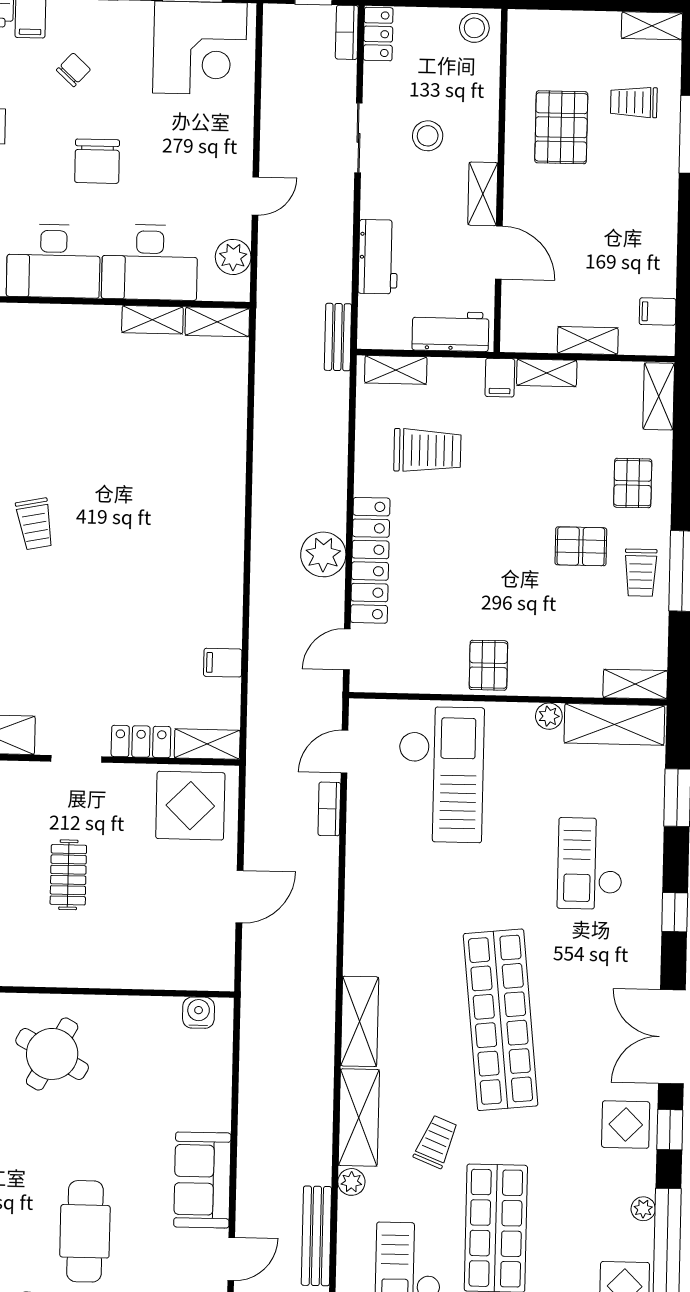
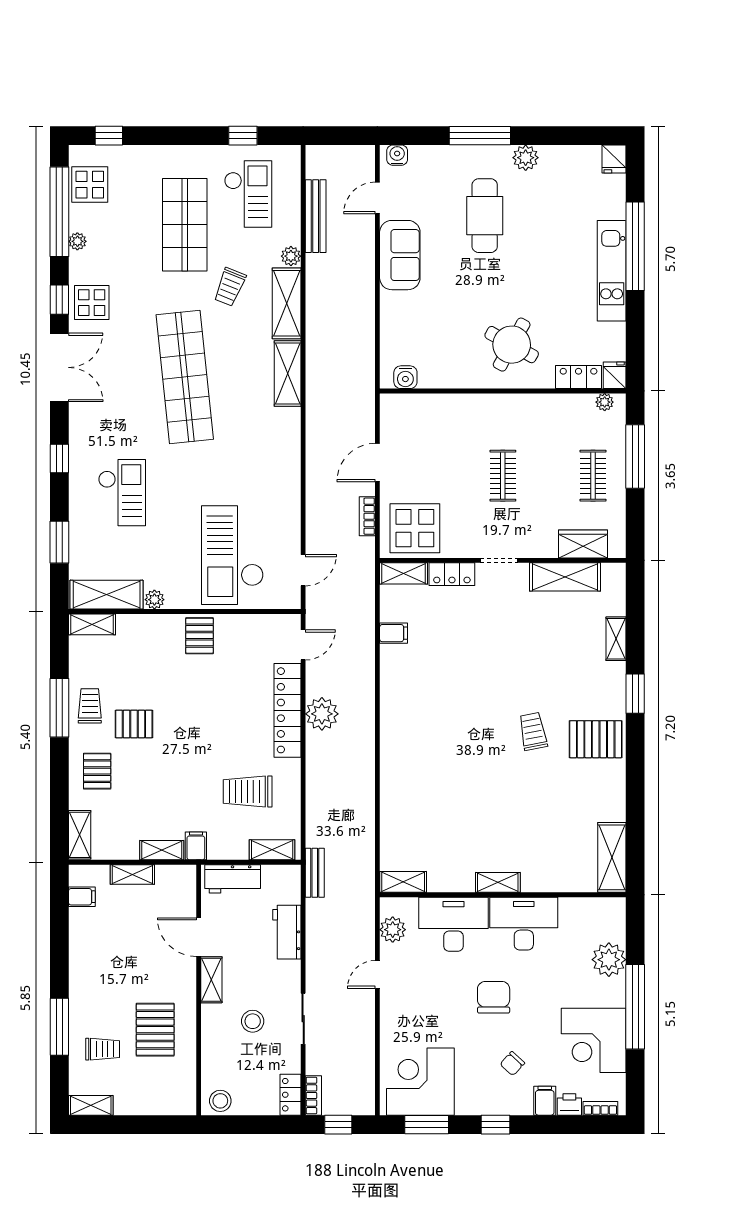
shelving: (152, 320) -> (498, 882), moved
bookcase: (329, 809) -> (367, 516), moved, turned 180

